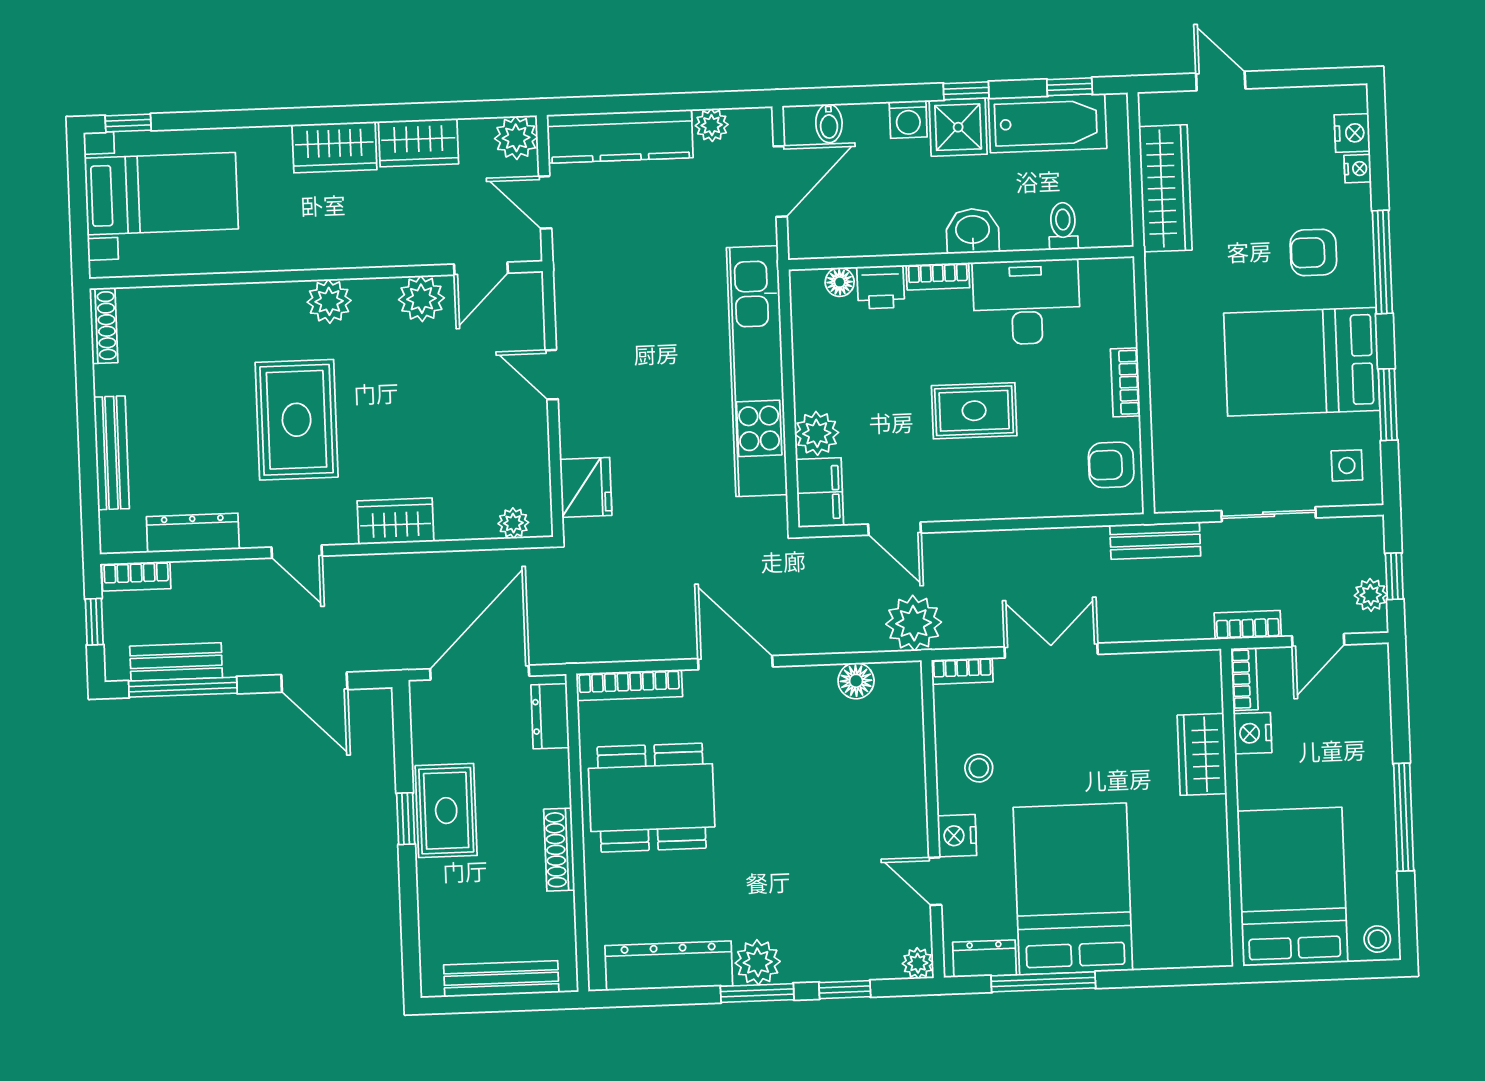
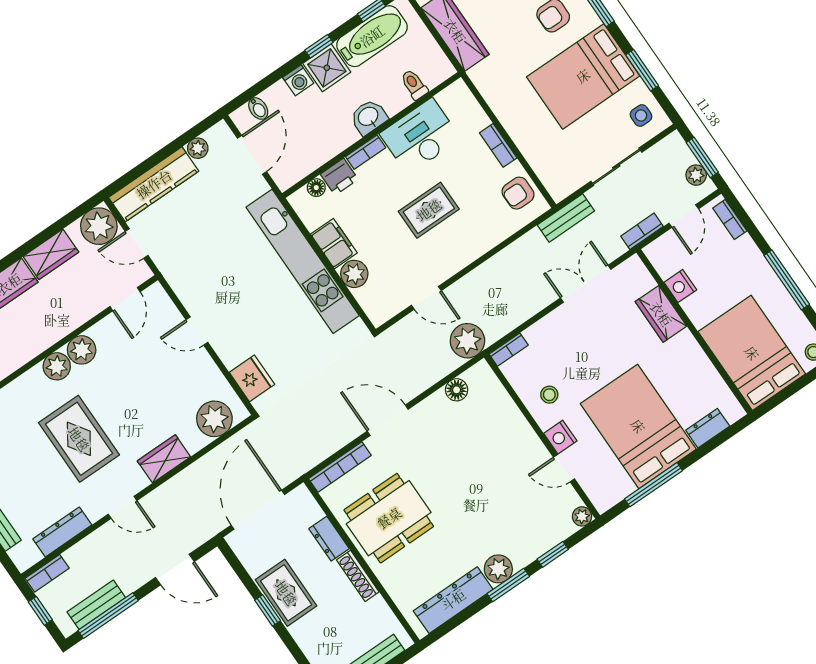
plant: (516, 138) -> (99, 226), width x1.36, depth x1.36
plant: (421, 299) -> (82, 350), moved
filing cabinet: (820, 493) -> (334, 244), moved
plant: (513, 523) -> (214, 419), width x1.88, depth x1.88
window: (1394, 576) -> (702, 157), width x1.50
double door: (1051, 651) -> (586, 284), moved
bookcase: (1244, 679) -> (730, 220), moved, turned 180
dresser: (550, 716) -> (329, 539), moved
dresser: (984, 959) -> (708, 428), moved

